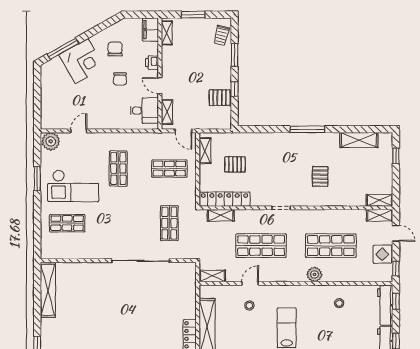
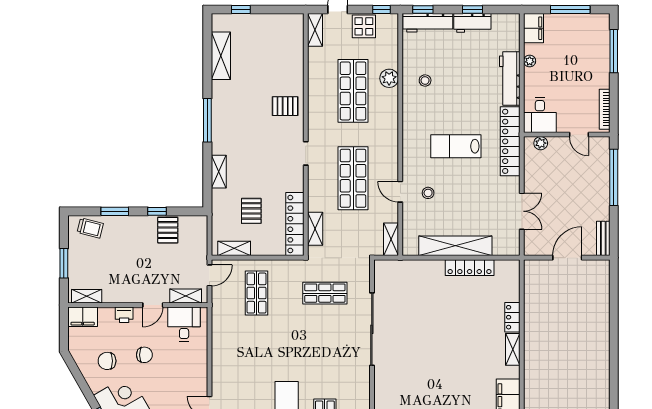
shop shelf: (118, 169) -> (257, 357), removed
pallet: (320, 177) -> (285, 106), moved
shelving: (380, 200) -> (219, 172), moved
plant: (314, 274) -> (389, 78), moved

